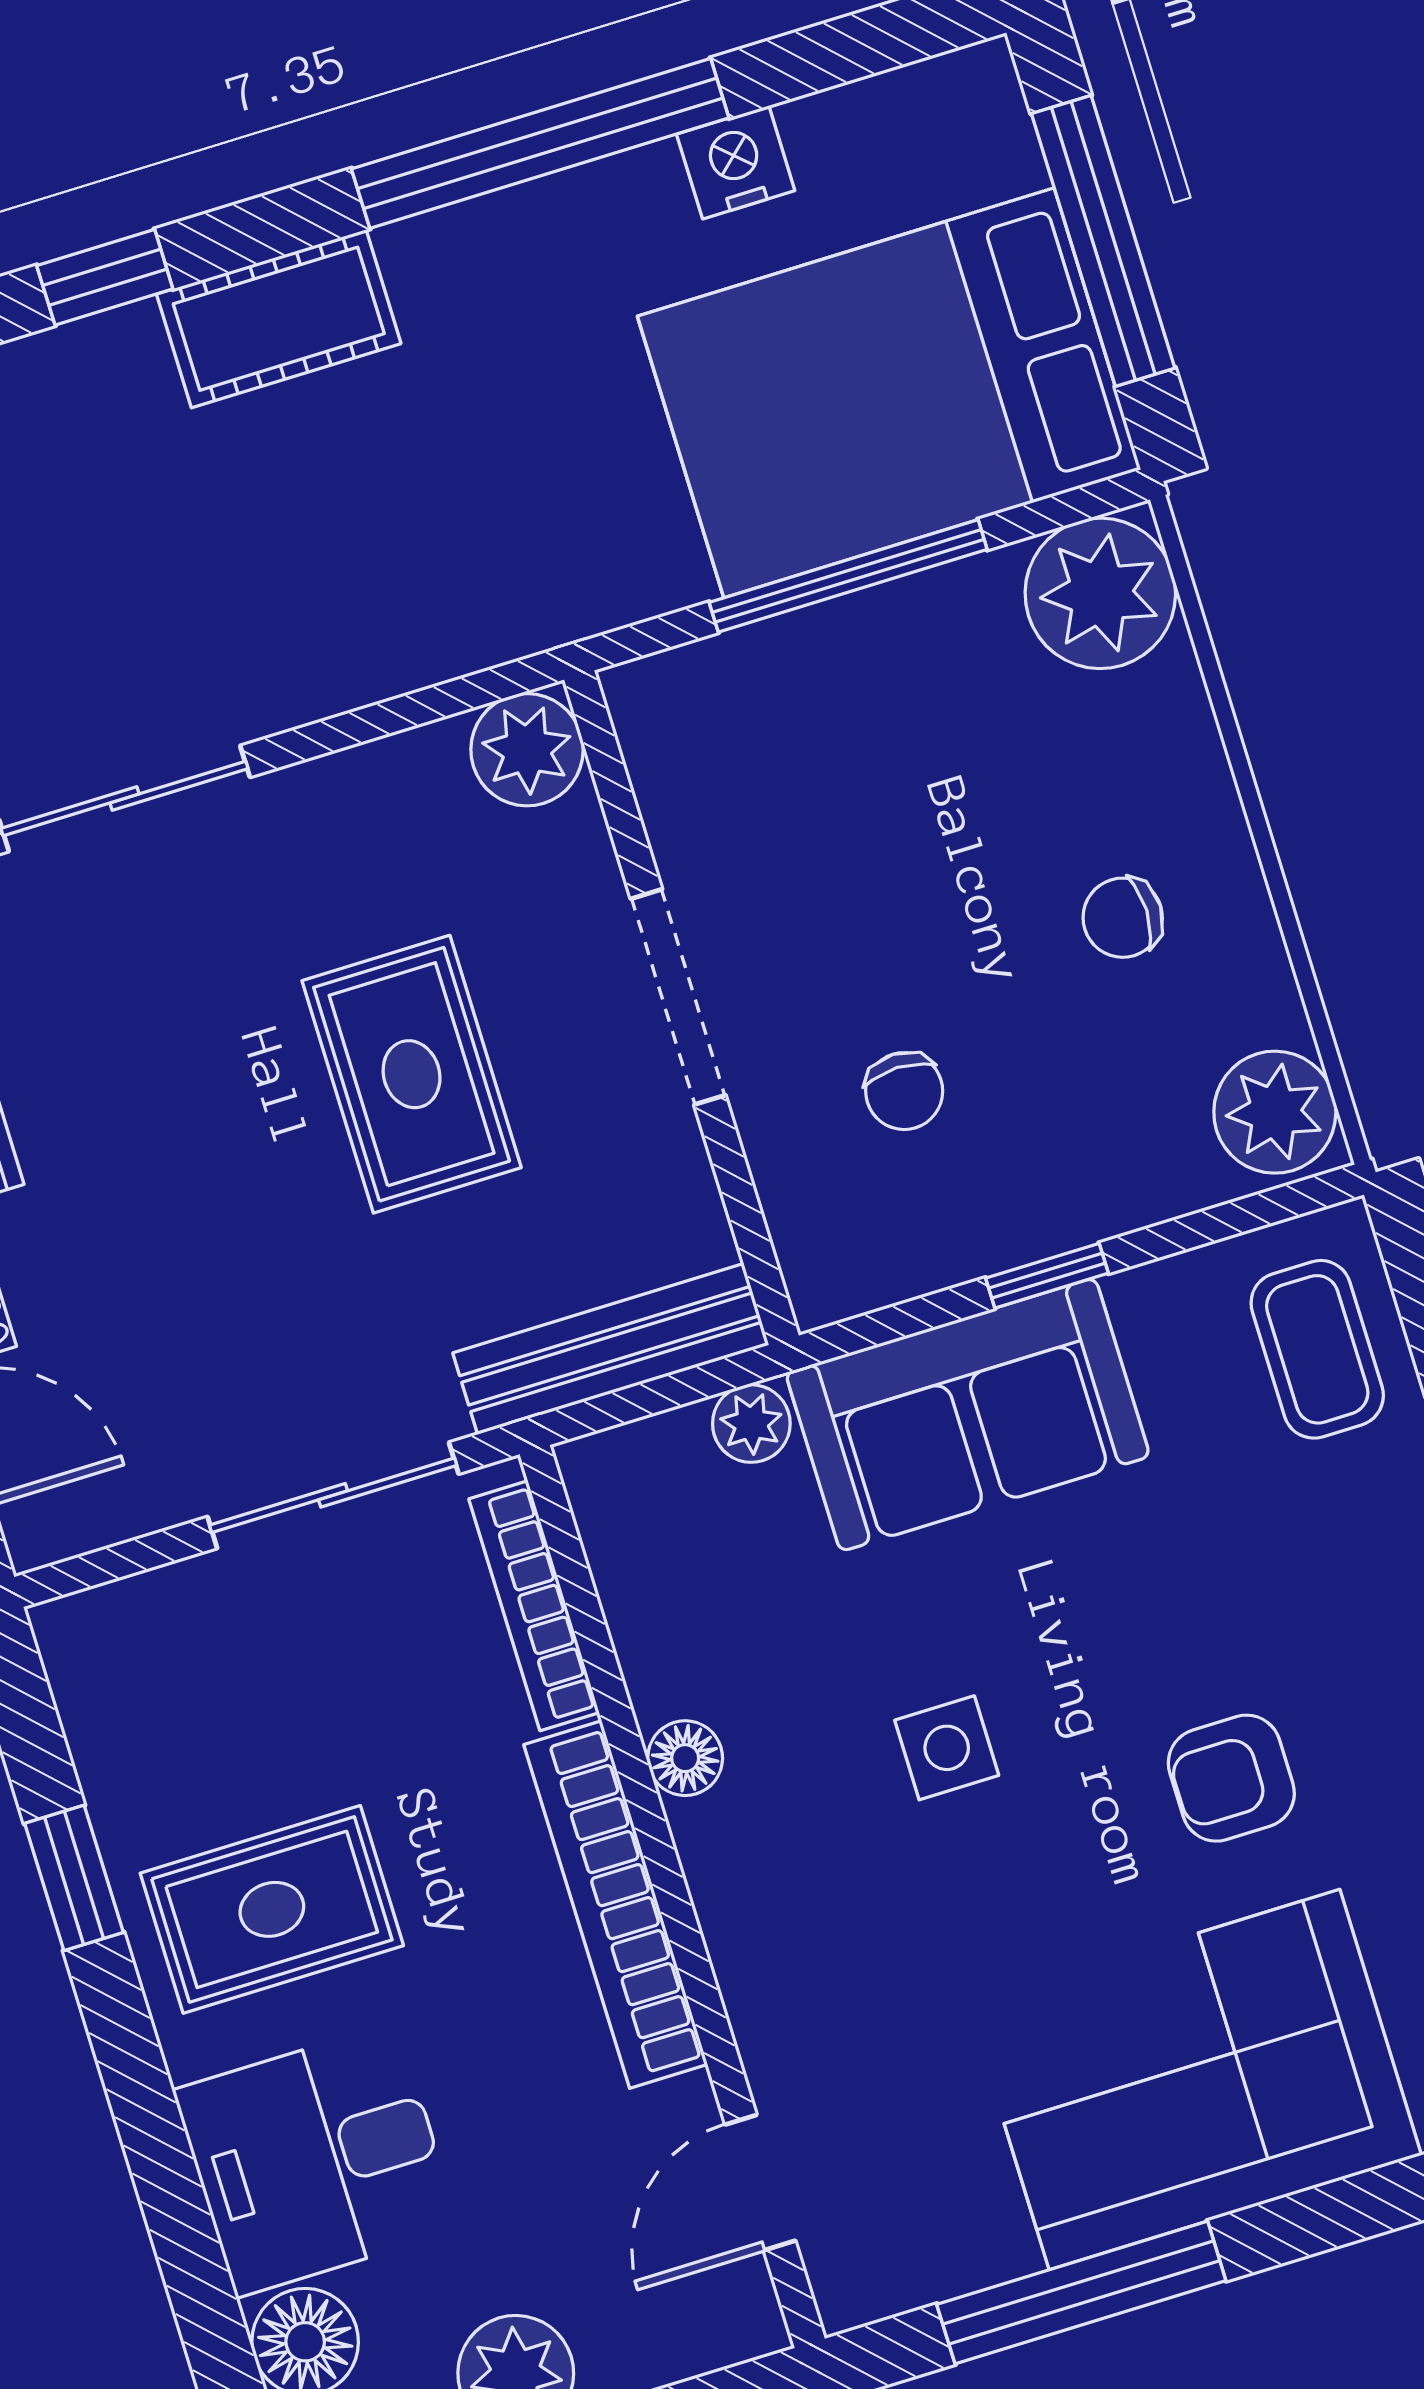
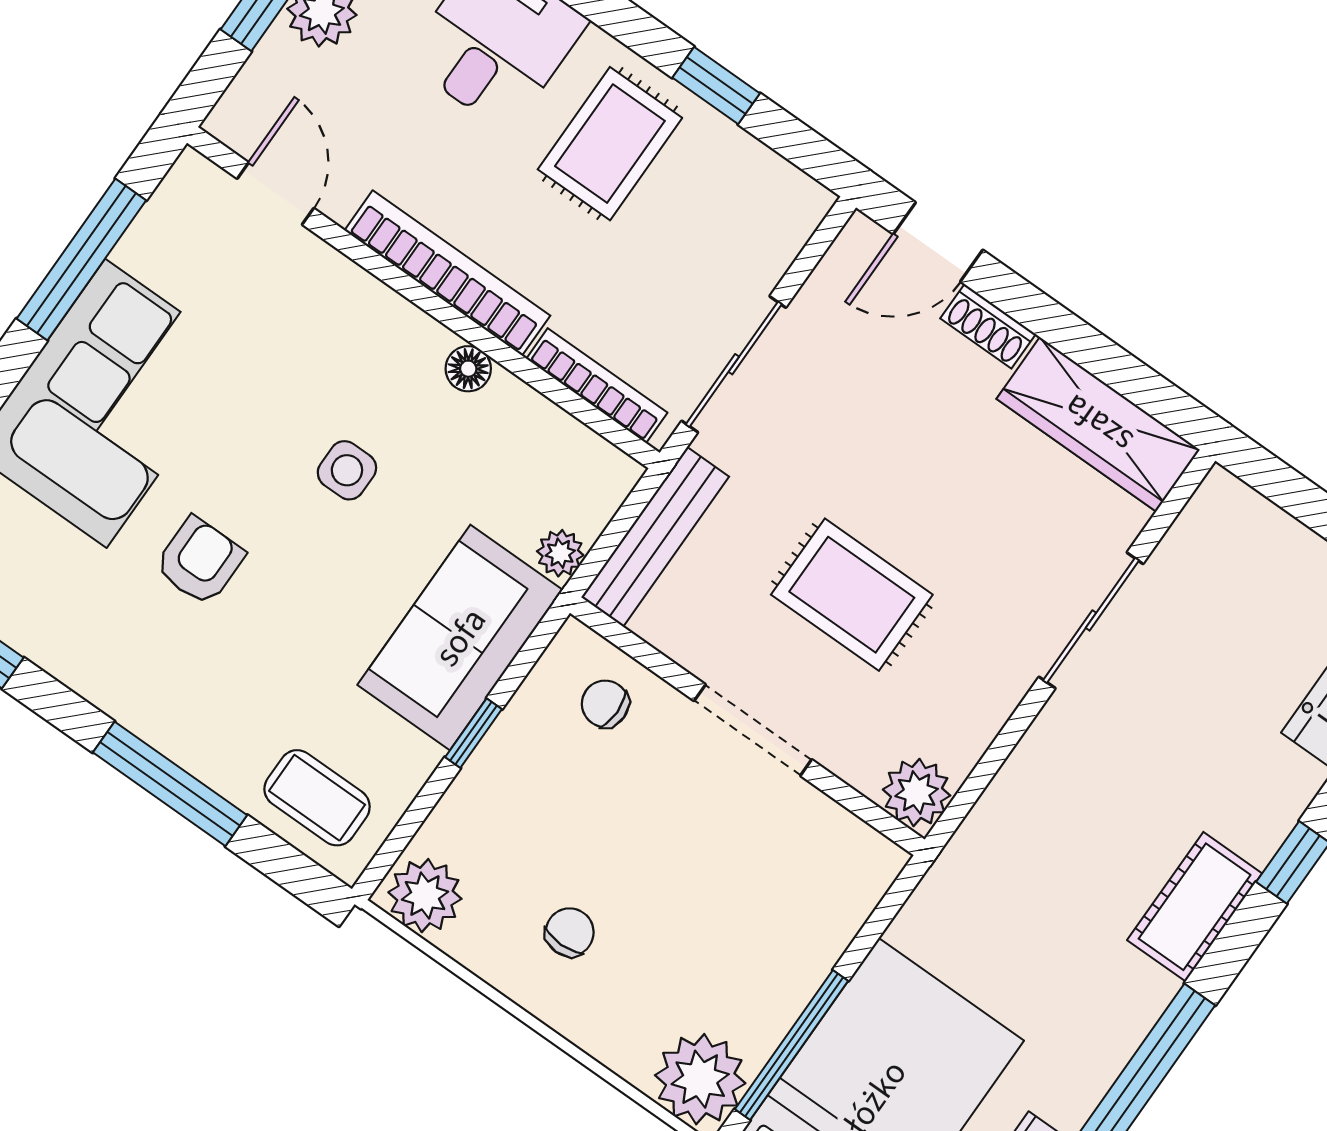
window: (848, 576) -> (792, 1045), moved
chair: (904, 1091) -> (605, 704), moved

